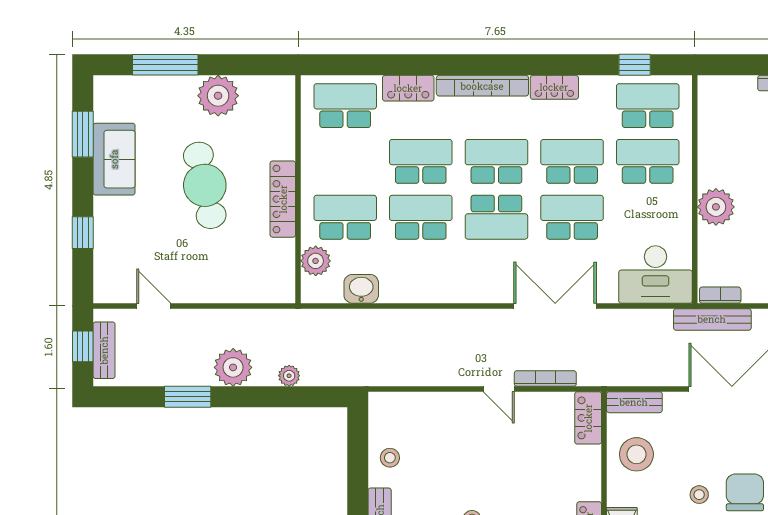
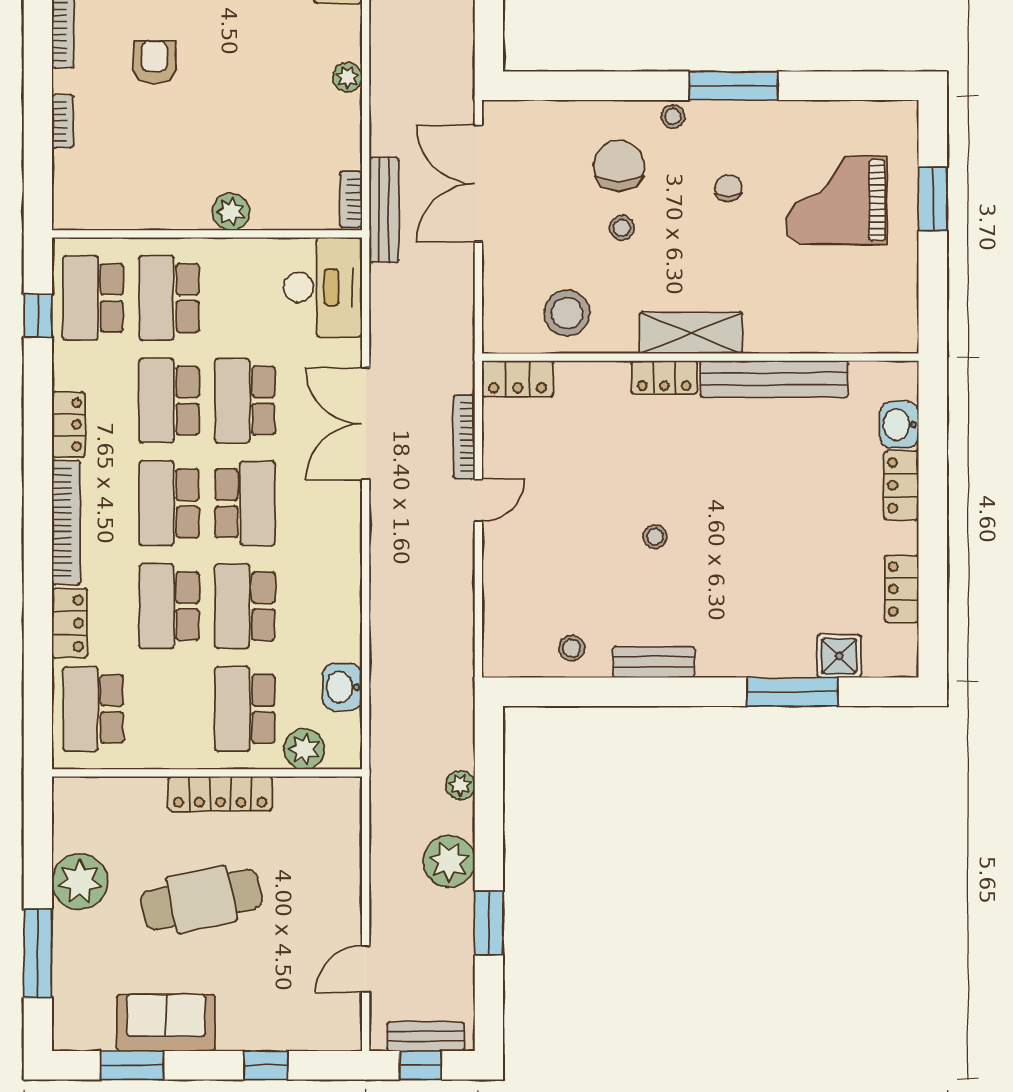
plant: (716, 207) -> (231, 212), width x0.73, depth x0.73
bench: (634, 402) -> (496, 316), removed
chair: (745, 492) -> (619, 166), turned 90

